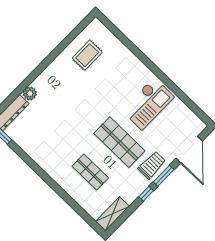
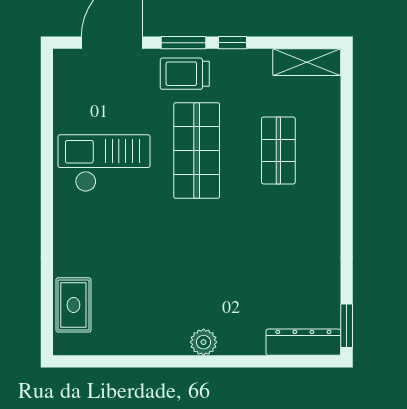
rug: (87, 55) -> (73, 305), moved, turned 90
plant: (30, 93) -> (204, 342), moved

